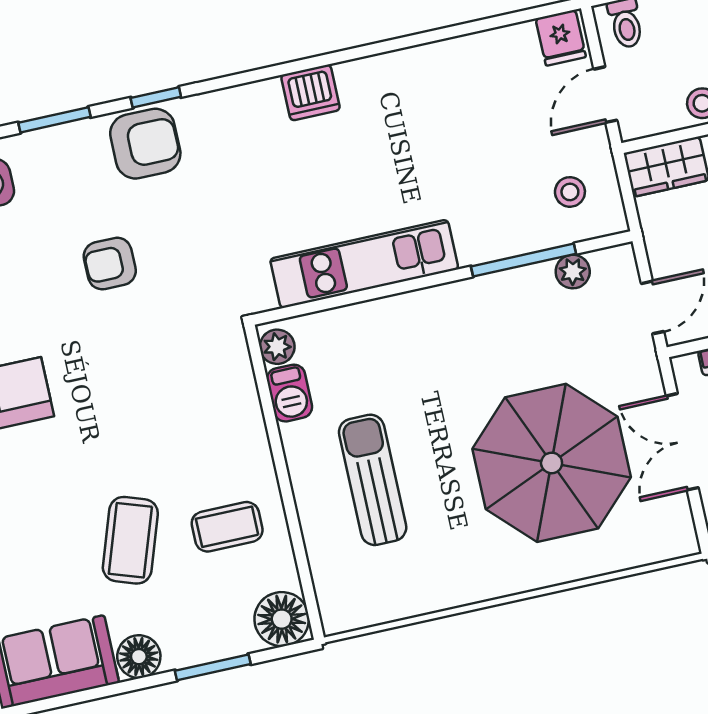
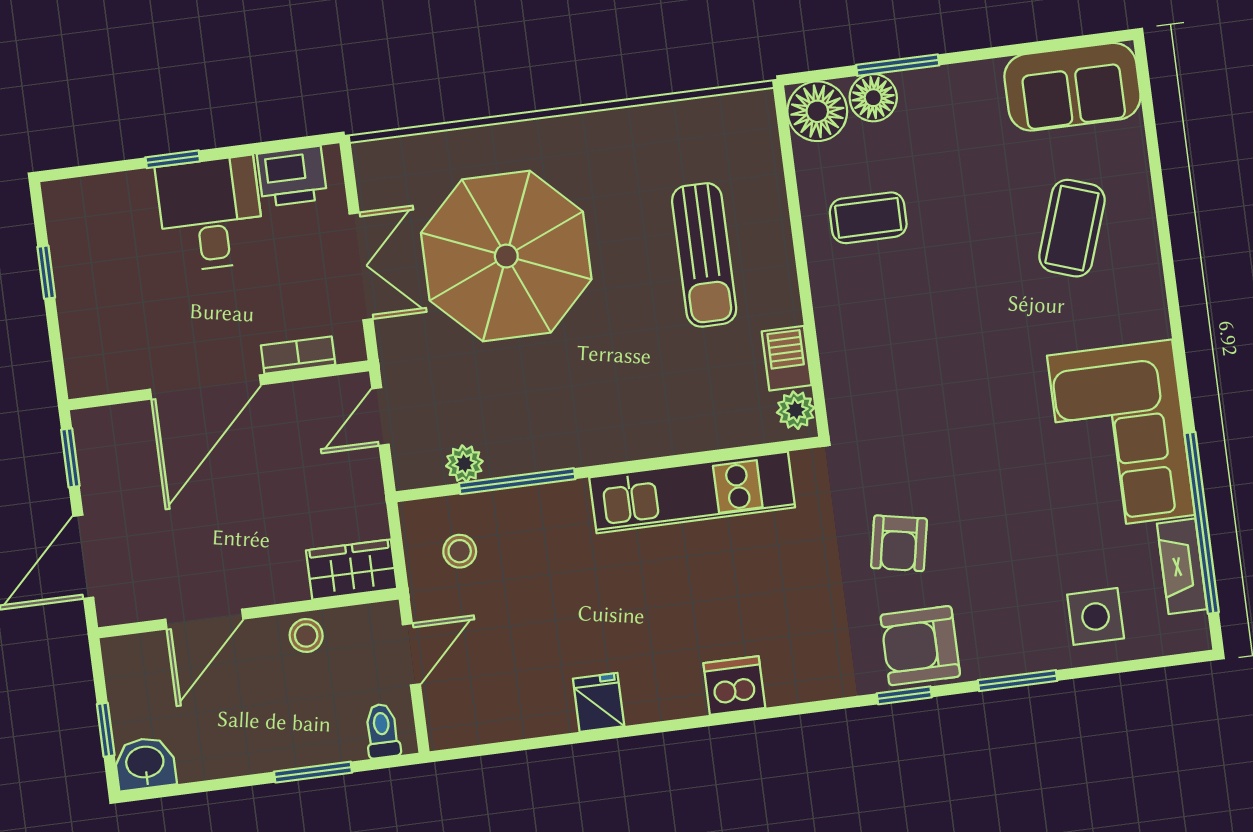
fridge: (561, 38) -> (599, 702), moved
armchair: (110, 264) -> (899, 543), moved, turned 101
coffee table: (130, 540) -> (1072, 228), moved
floor lamp: (139, 657) -> (873, 98), moved

